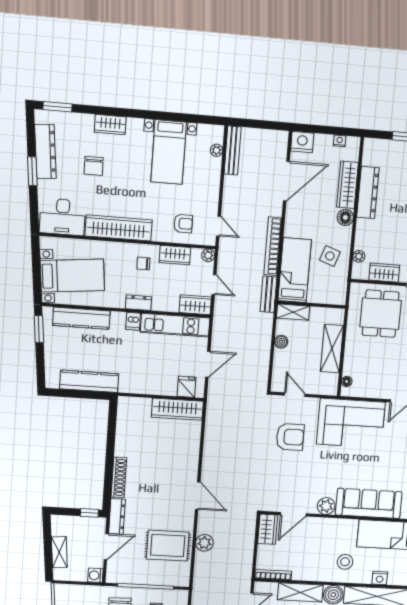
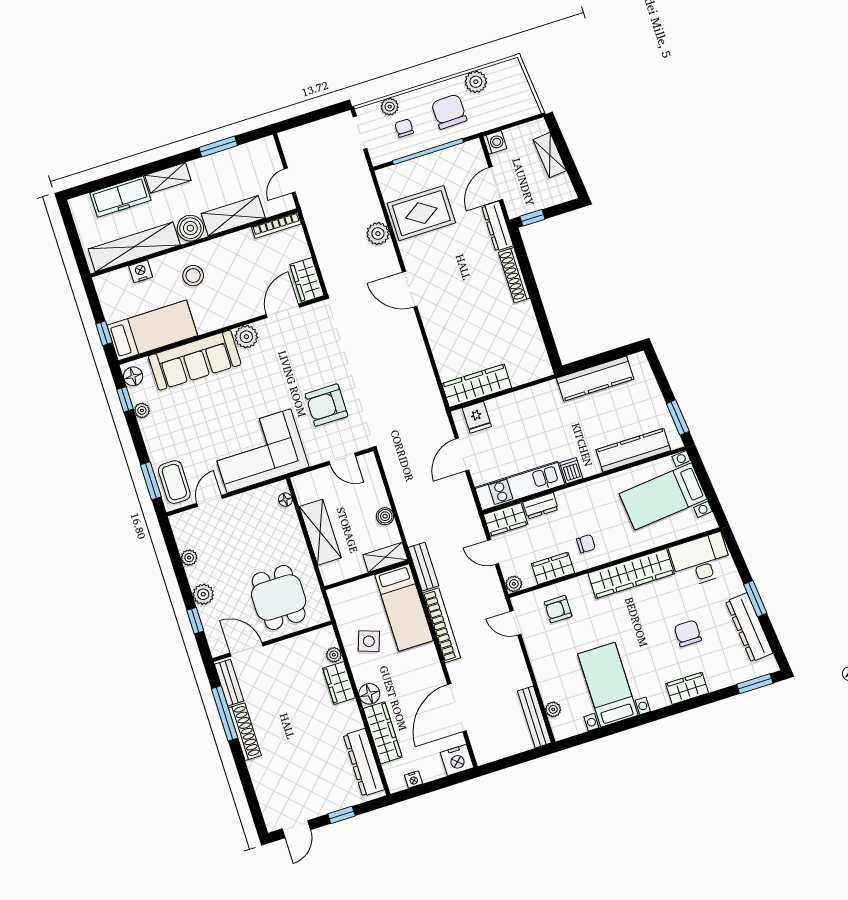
dresser: (368, 193) -> (364, 762), moved
wardrobe: (384, 273) -> (339, 683), moved, turned 90
dresser: (139, 303) -> (541, 506), moved

